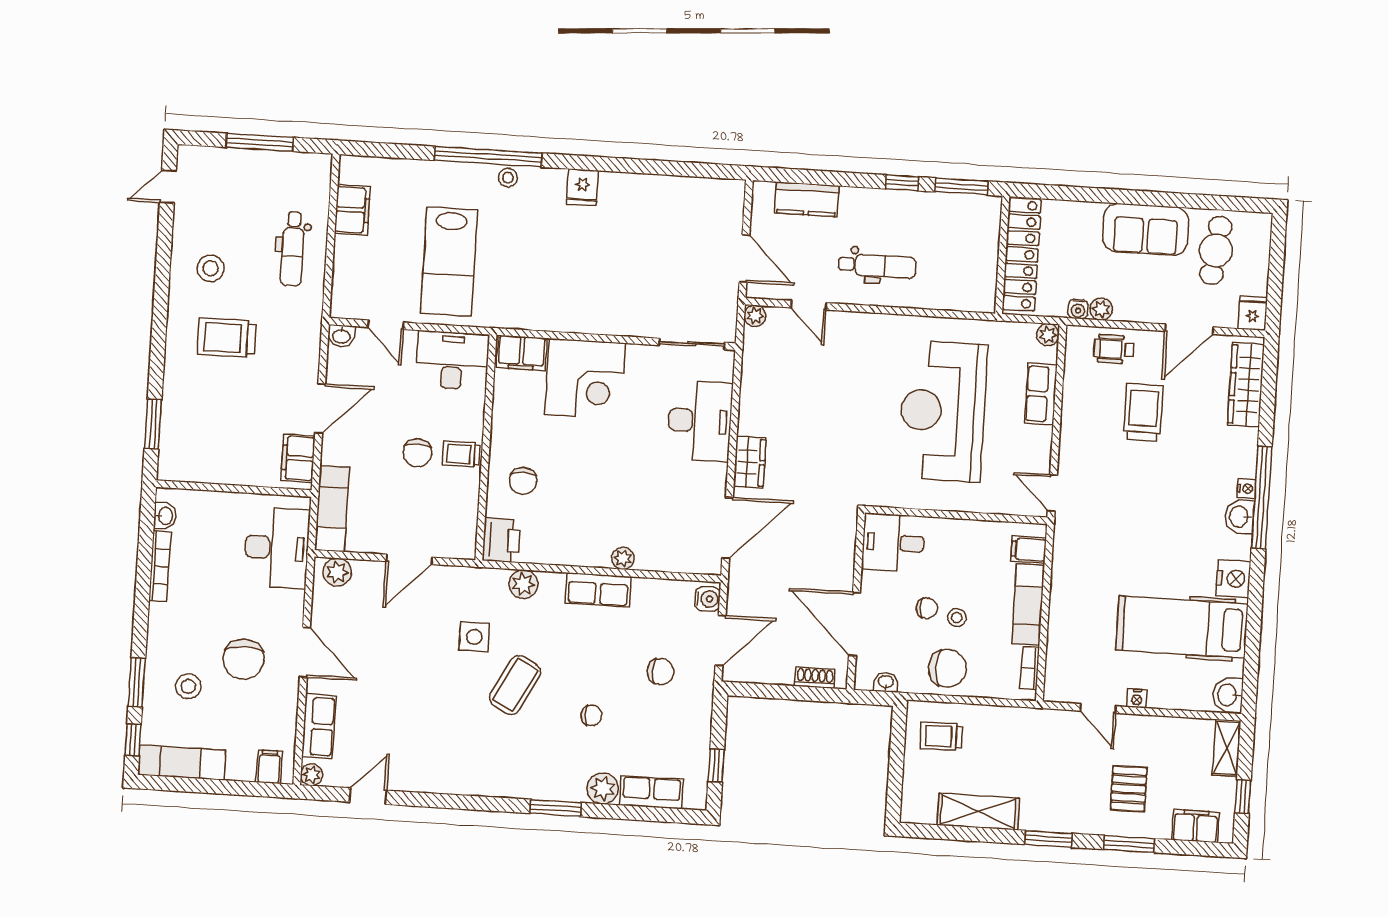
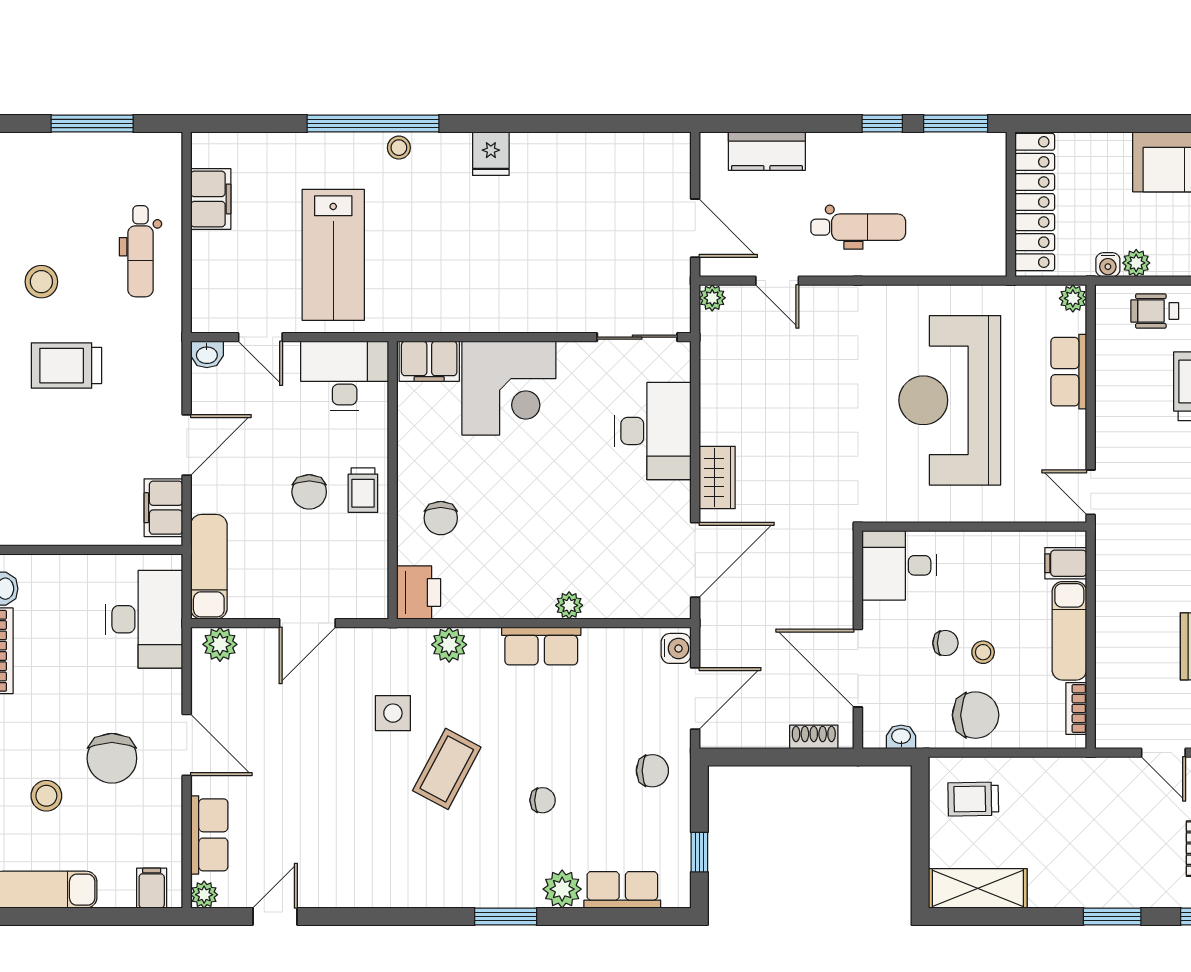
trolley: (461, 454) -> (363, 490), turned -90
chair: (661, 672) -> (652, 771), moved
shelving: (978, 812) -> (978, 888), moved

